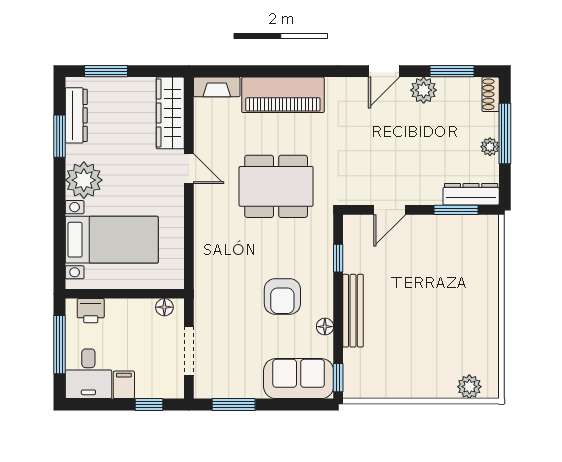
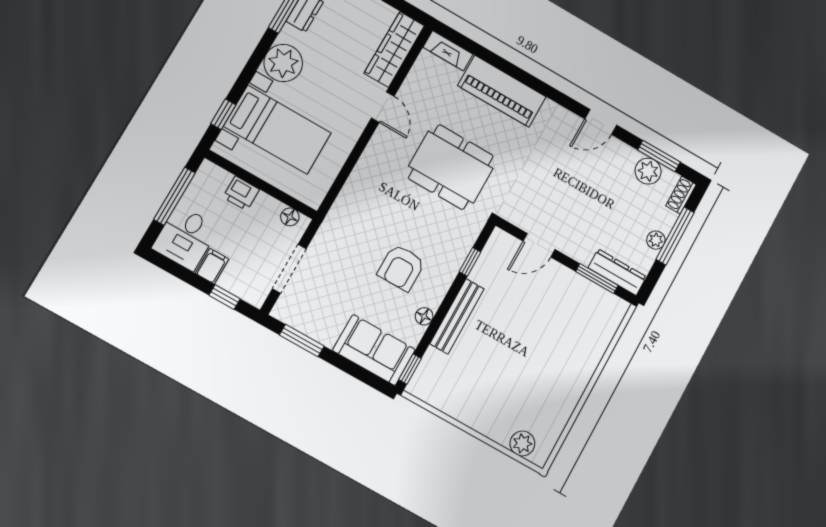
plant: (424, 90) -> (648, 171), moved
window: (59, 253) -> (223, 114), added
printer: (91, 311) -> (241, 193), moved

